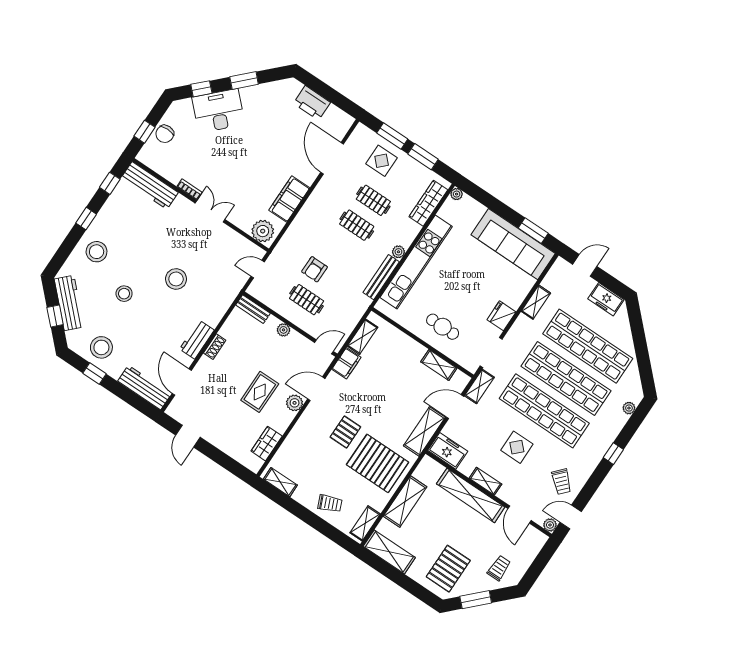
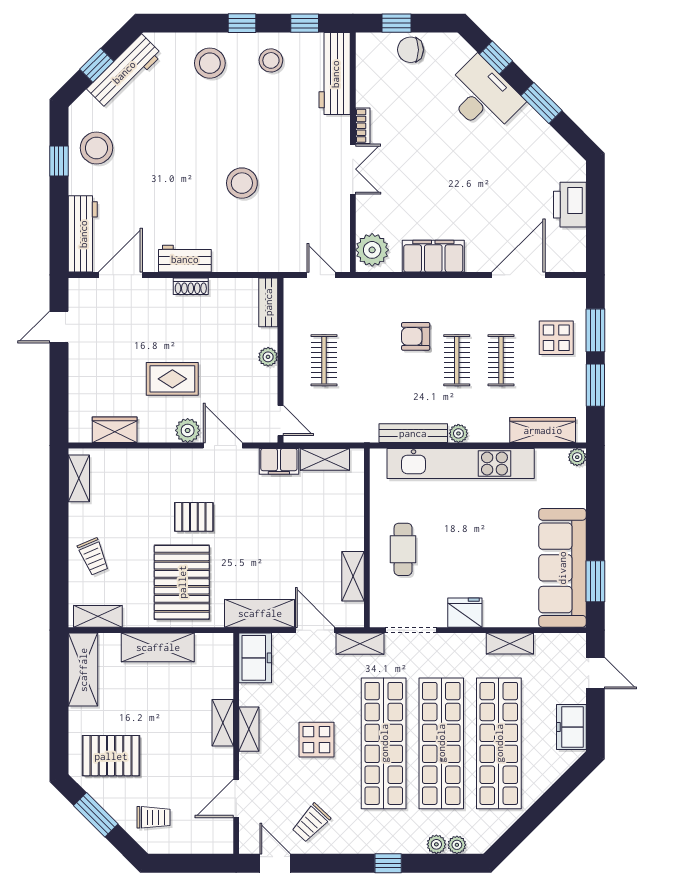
armchair: (314, 269) -> (416, 336), moved
stool: (124, 294) -> (271, 60), moved
shelving: (471, 495) -> (223, 723), width x0.45, depth x0.75
plant: (550, 525) -> (436, 844), moved

